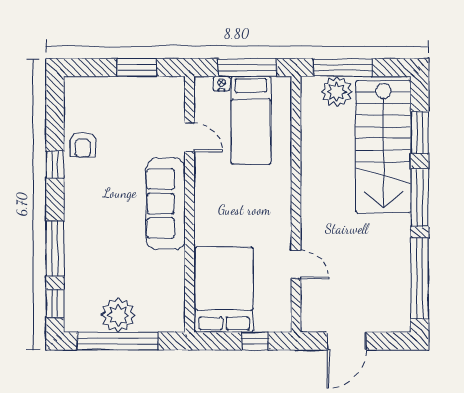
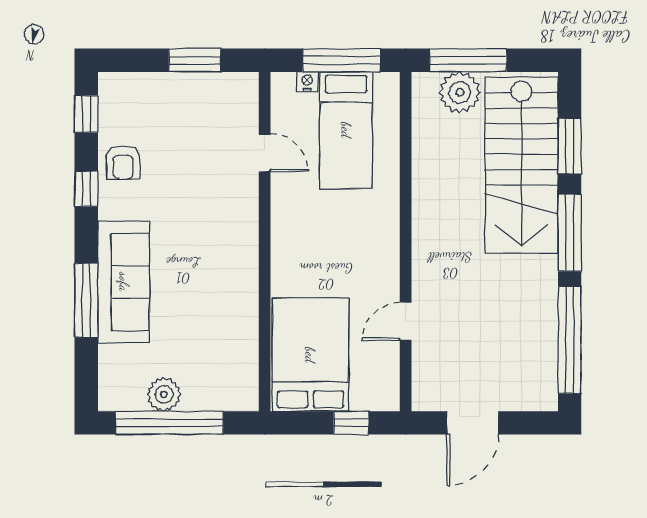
sofa: (166, 204) -> (124, 282), moved, turned 180
door: (296, 264) -> (406, 321), swing flipped
window: (55, 303) -> (86, 114), moved
plant: (118, 315) -> (164, 394), width x0.73, depth x0.73

